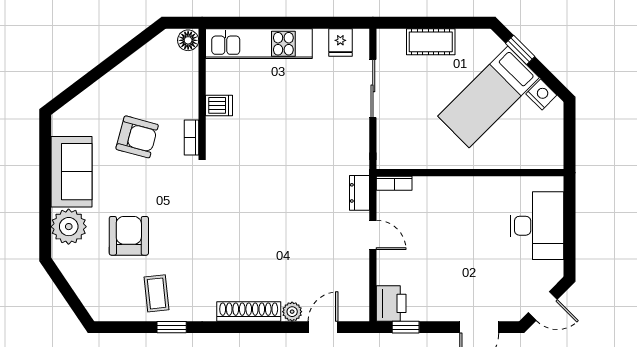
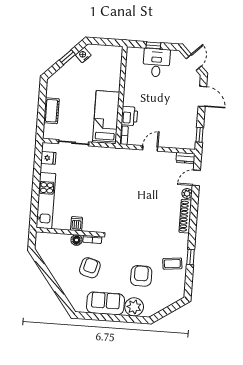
floor lamp: (188, 40) -> (77, 240), moved
window: (520, 50) -> (67, 57), moved
bed: (488, 97) -> (106, 117), moved, turned -135
dresser: (360, 193) -> (185, 158), moved
desk: (537, 226) -> (156, 63), width x0.73
window: (570, 227) -> (153, 45), added
armchair: (129, 236) -> (141, 276), turned 90
printer: (391, 303) -> (129, 116), moved, turned 90
door: (323, 327) -> (196, 178), hinge flipped

